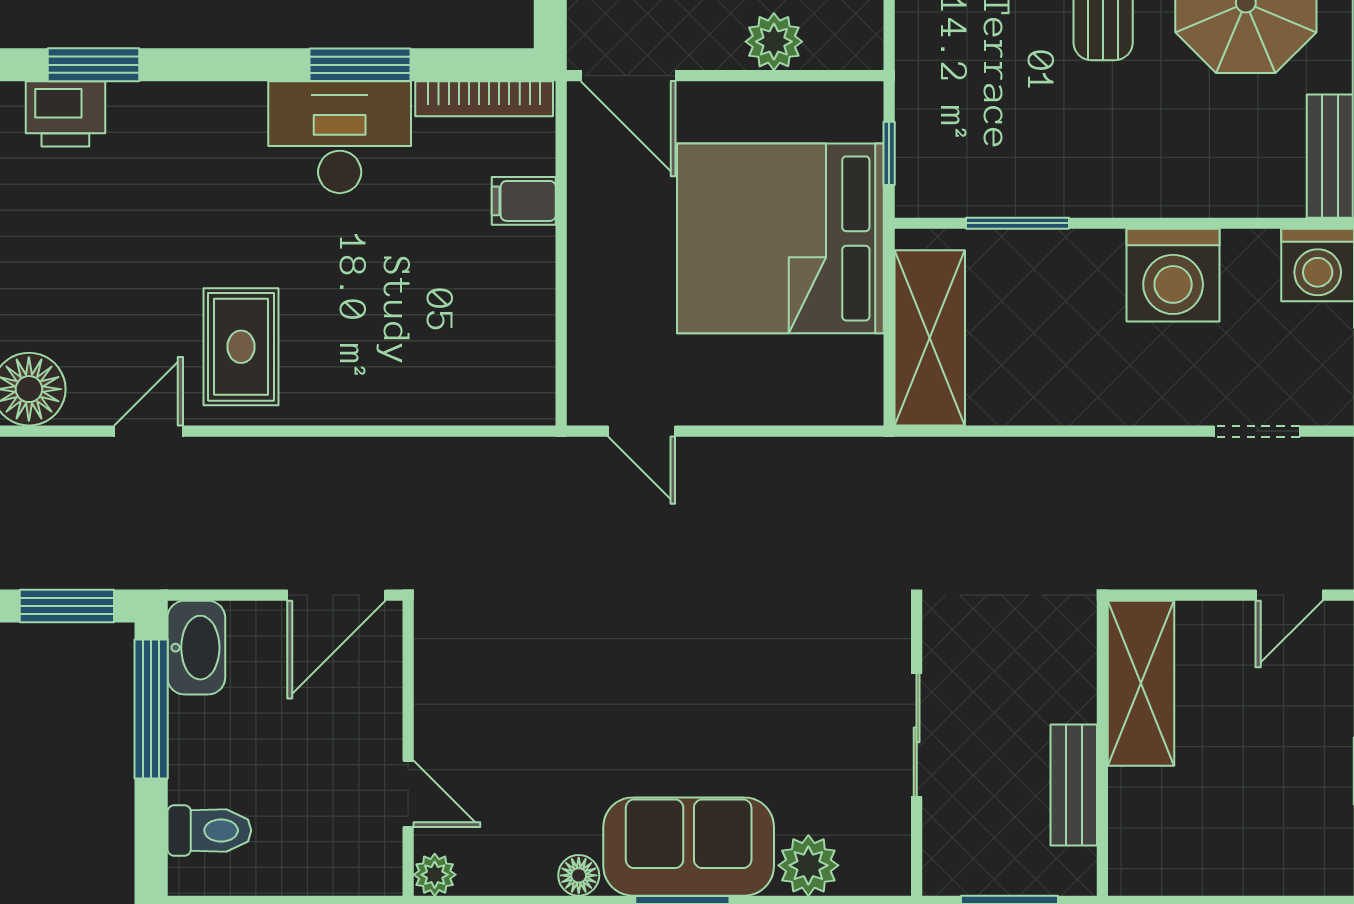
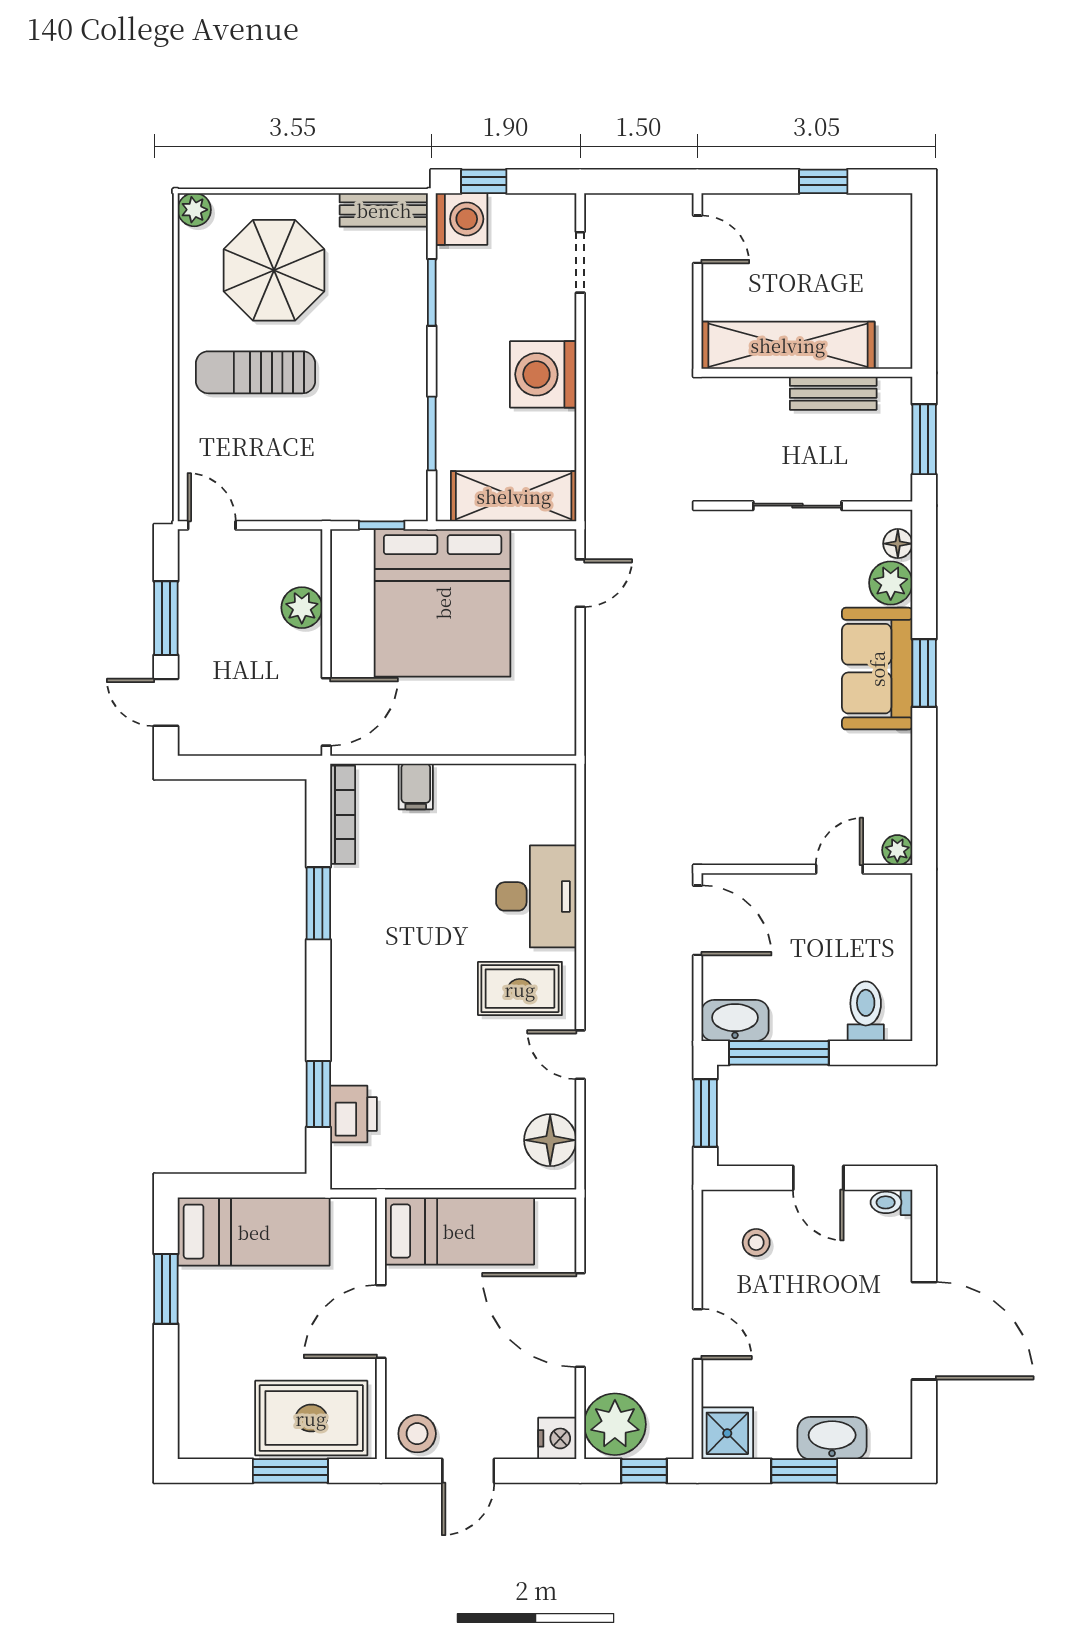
desk: (340, 137) -> (536, 896), moved, turned 180
window: (1215, 223) -> (432, 292), added
washing machine: (1173, 275) -> (543, 374), moved, turned 180
door: (642, 431) -> (580, 583), moved
shelving: (1141, 683) -> (788, 345), width x1.47
floor lamp: (579, 875) -> (898, 544), moved

